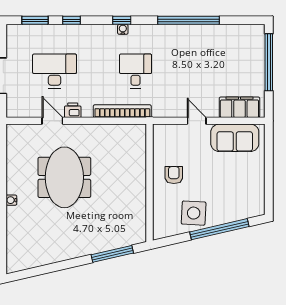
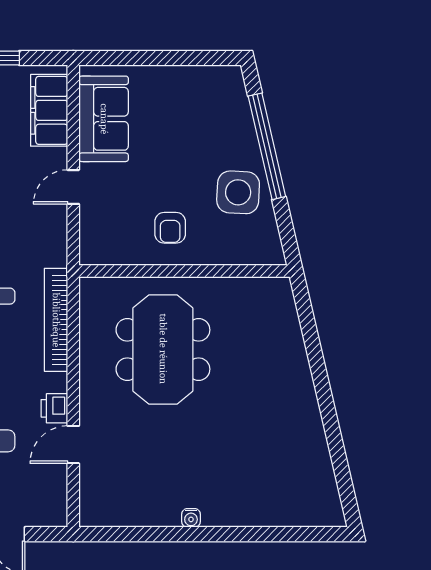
armchair: (174, 175) -> (170, 228), turned -90
meeting table: (64, 177) -> (163, 349), moved, turned 90
water cooler: (11, 200) -> (191, 518), moved
window: (112, 254) -> (311, 338), removed

